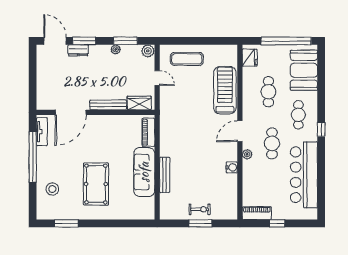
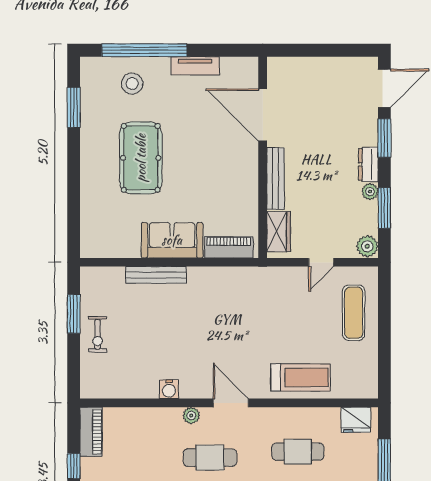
dresser: (78, 50) -> (368, 164), moved
treadmill: (225, 90) -> (300, 377), width x0.73, depth x0.73
tv unit: (42, 132) -> (195, 66), moved
window: (33, 157) -> (144, 50), moved
sofa: (144, 172) -> (172, 240), width x0.73
pool table: (96, 184) -> (141, 158), turned 90
window: (200, 223) -> (74, 314), moved

